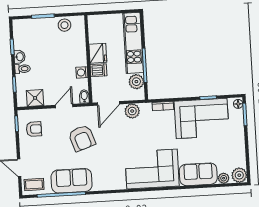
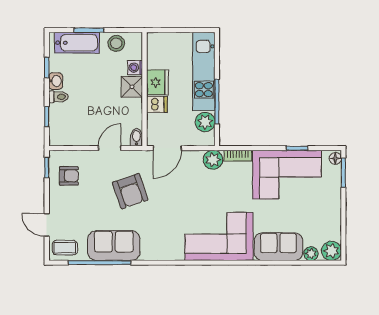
bathtub: (34, 26) -> (77, 43), added
washing machine: (82, 72) -> (135, 68), moved
shower: (35, 98) -> (132, 87), moved
plant: (132, 111) -> (213, 160), moved

